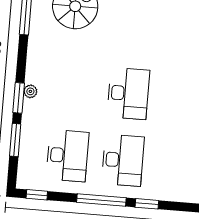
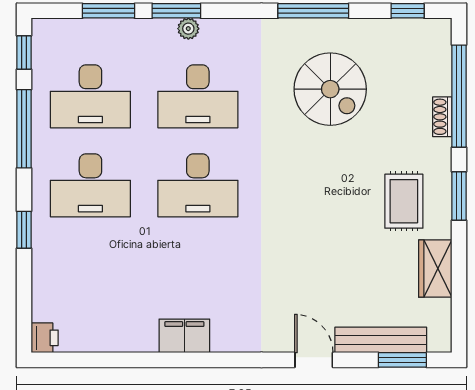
desk: (73, 89) -> (198, 96), added
window: (101, 200) -> (24, 129), moved

